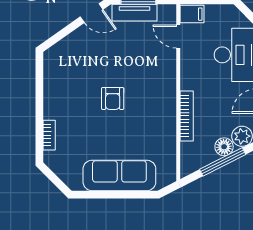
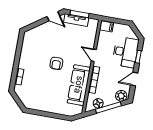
door: (178, 36) -> (94, 55), moved
floor lamp: (224, 147) -> (98, 103), moved
sofa: (119, 175) -> (79, 85), moved, turned -90

